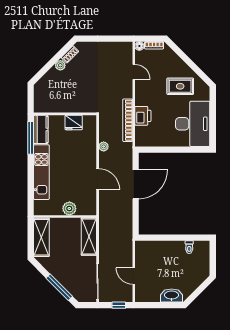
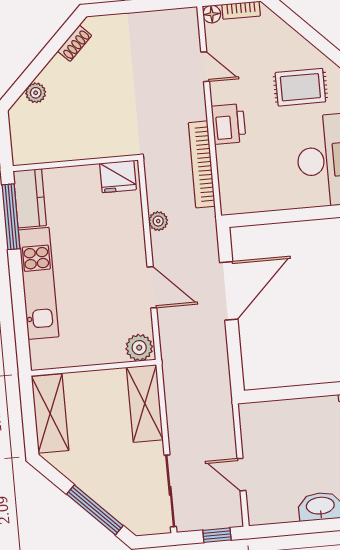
plant: (60, 65) -> (36, 93), moved
printer: (143, 116) -> (229, 124), moved
fridge: (74, 123) -> (118, 176), moved
plant: (69, 209) -> (139, 348), moved

